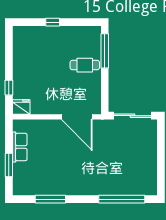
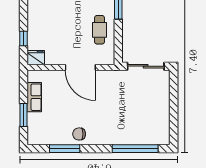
cafe table: (85, 65) -> (99, 30), moved, turned 90
door: (77, 117) -> (80, 67), moved
chair: (65, 184) -> (79, 134), added

